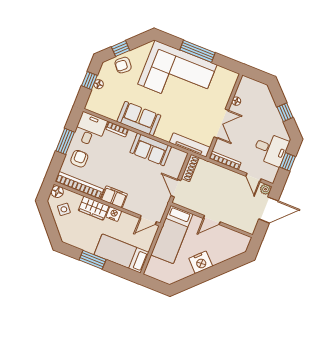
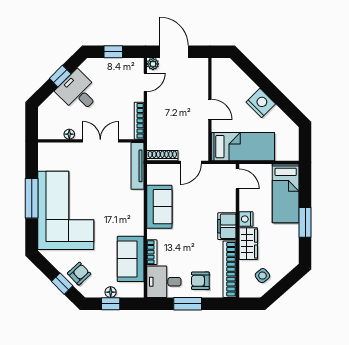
armchair: (123, 65) -> (79, 274), turned -93
sofa: (139, 119) -> (131, 259), moved
desk: (271, 149) -> (78, 92), moved, turned -45
floor lamp: (57, 192) -> (246, 291), removed

